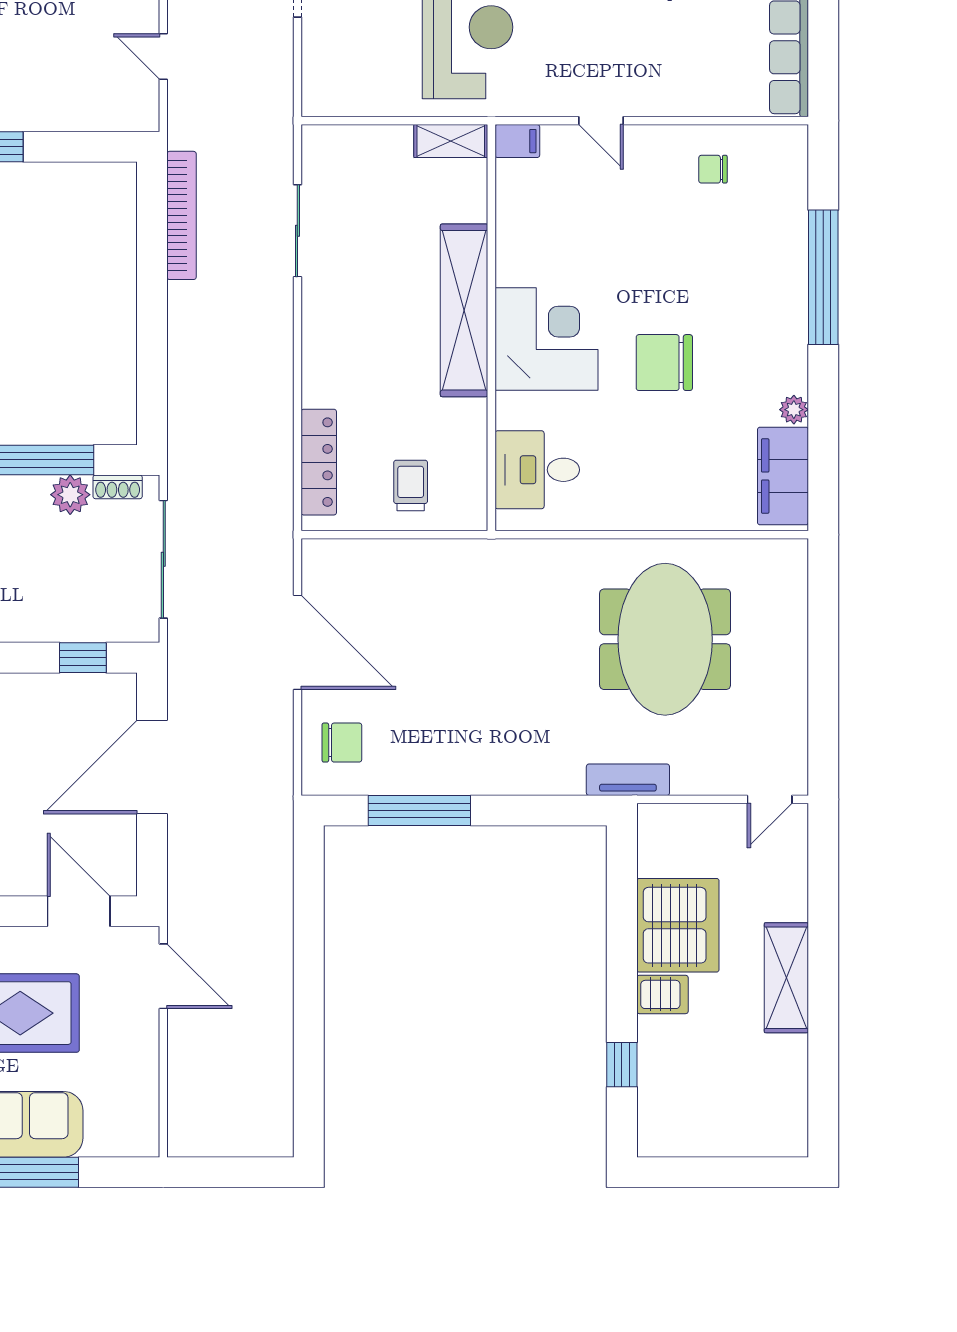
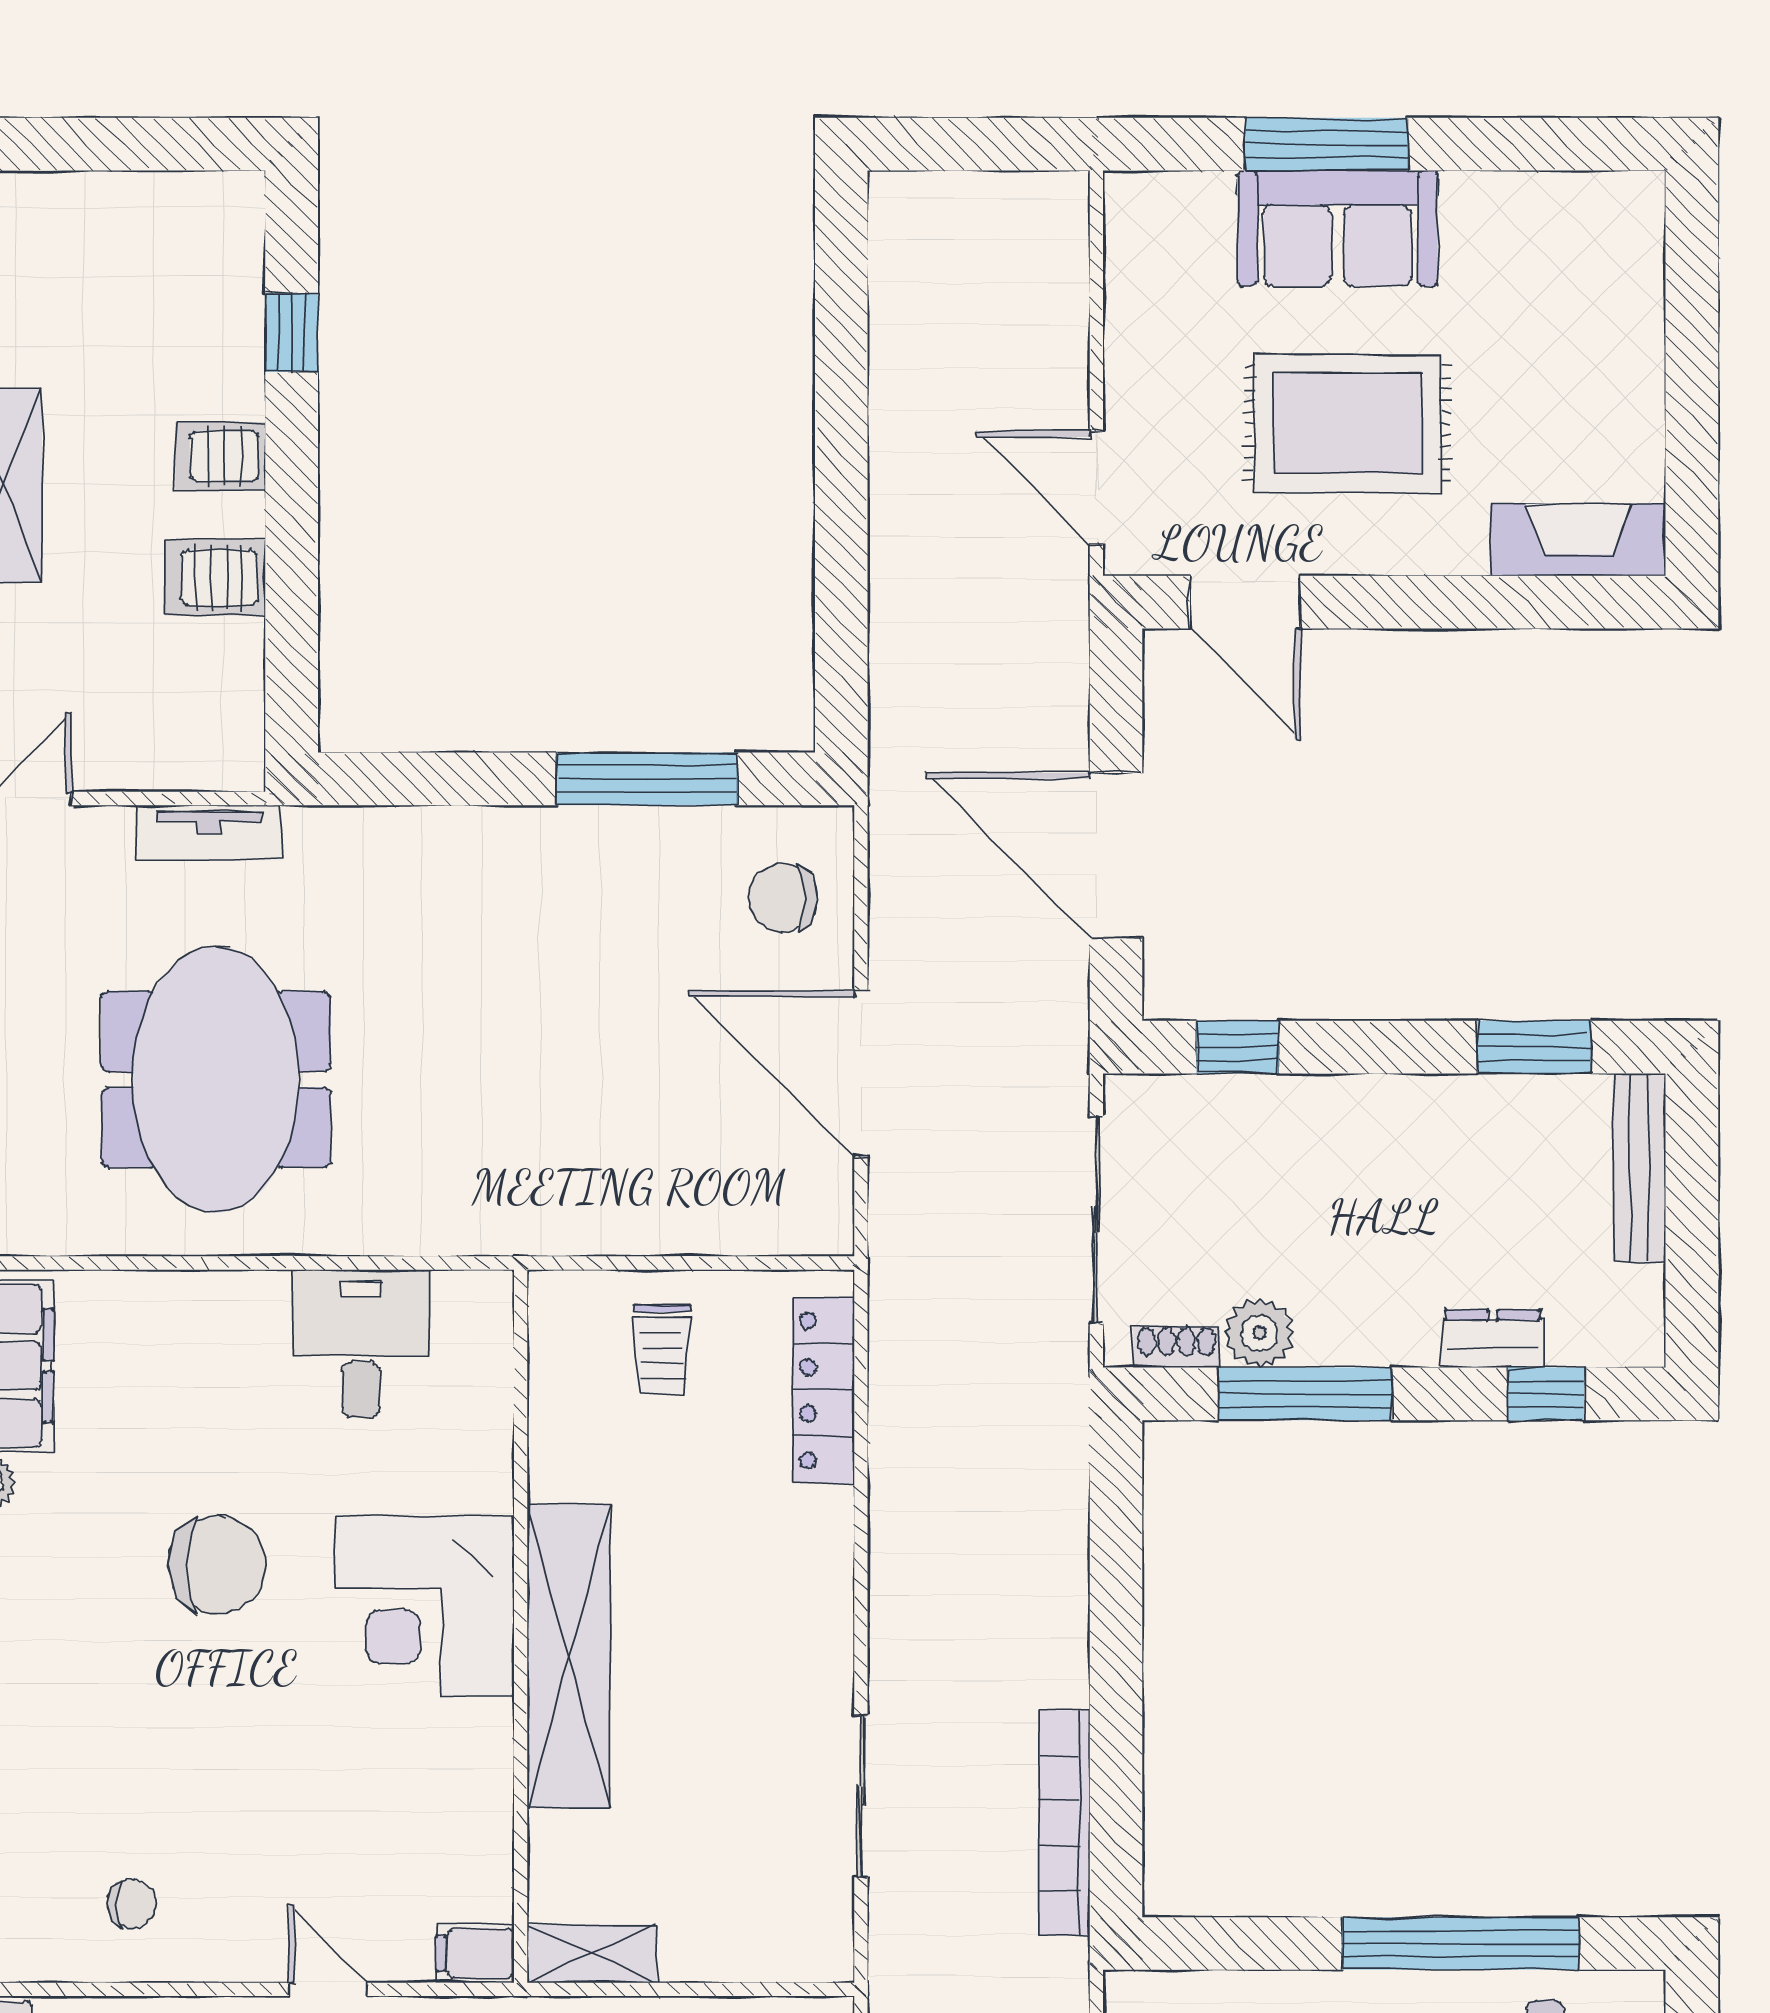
desk: (537, 470) -> (361, 1344), moved, turned -90
door: (152, 767) -> (1116, 855), swing flipped
tv unit: (628, 780) -> (209, 833), moved
server rack: (678, 925) -> (215, 578), width x0.46, depth x0.70

